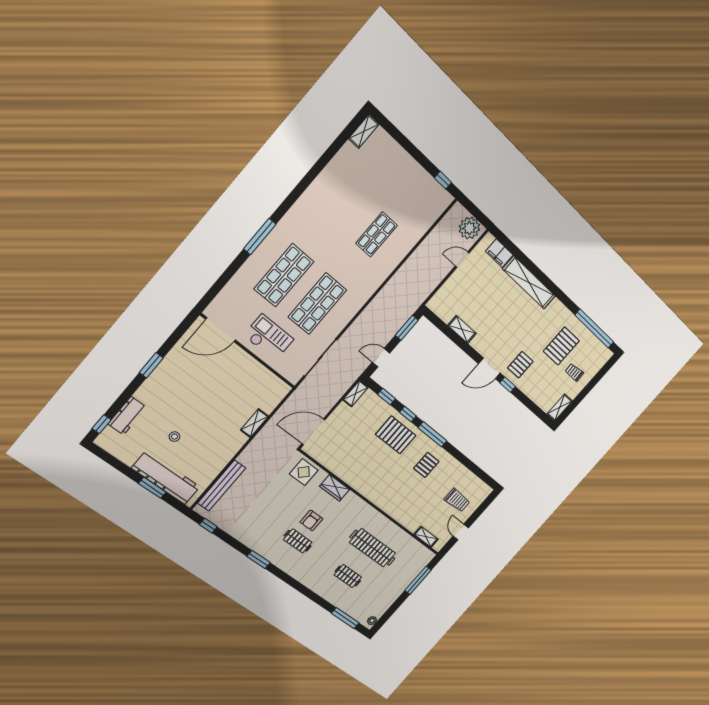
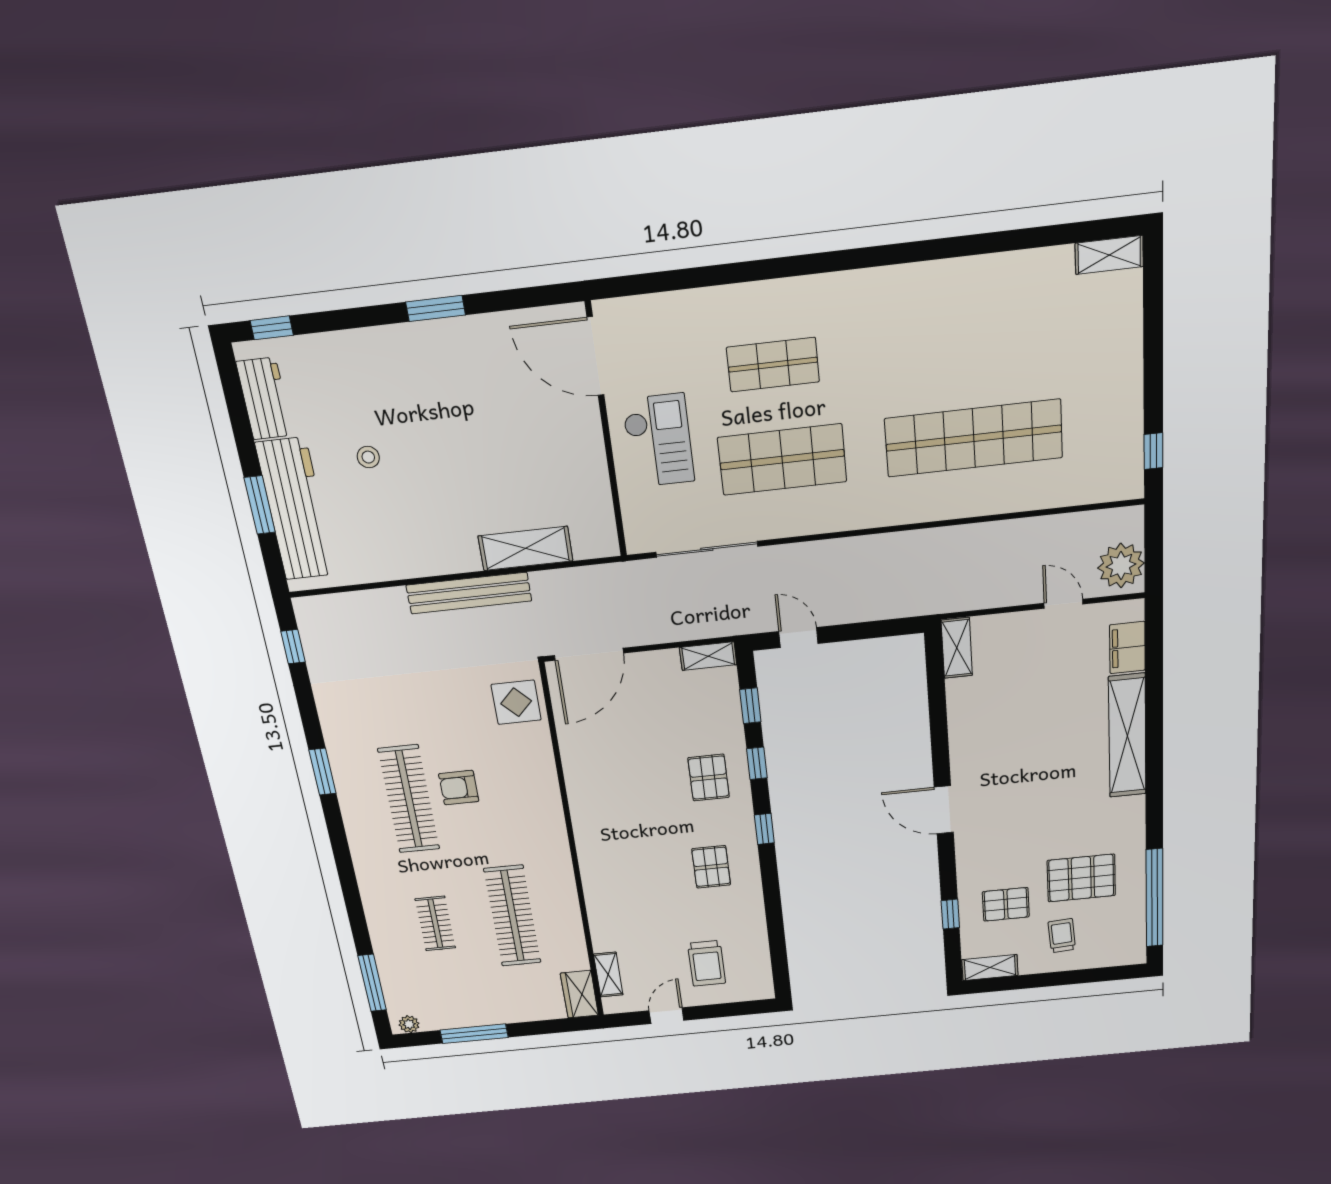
shop shelf: (377, 234) -> (974, 438), width x2.00, depth x1.36
window: (260, 237) -> (794, 266), removed
shop shelf: (284, 275) -> (773, 365), width x0.70, depth x0.74
window: (407, 328) -> (881, 629), removed
shelving: (462, 329) -> (957, 648), moved
pallet: (520, 365) -> (1006, 904), moved
window: (508, 385) -> (950, 914), moved
workbench: (127, 416) -> (264, 399), moved, turned -90
shelving: (254, 423) -> (526, 548), width x1.50, depth x1.33
door: (313, 432) -> (589, 654), swing flipped
window: (432, 434) -> (764, 829), width x0.46
pallet: (396, 435) -> (709, 778), width x0.67, depth x0.71
pallet: (426, 465) -> (711, 867), turned 90
bench: (222, 486) -> (469, 593), moved
wardrobe: (335, 488) -> (579, 994), moved
clothes rail: (298, 541) -> (409, 799), width x1.86, depth x1.31
window: (418, 580) -> (474, 1034), moved

